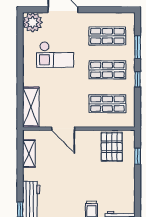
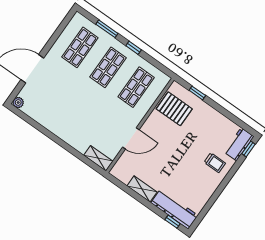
plant: (33, 22) -> (18, 103), width x0.53, depth x0.53
checkout: (55, 55) -> (65, 102), removed
shelving: (31, 107) -> (98, 158), width x0.67, depth x0.75
shelving: (29, 154) -> (142, 189), moved

